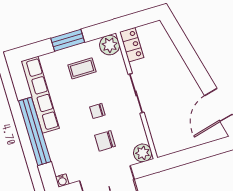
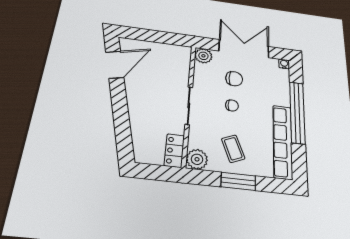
coffee table: (82, 68) -> (233, 149), turned 68

